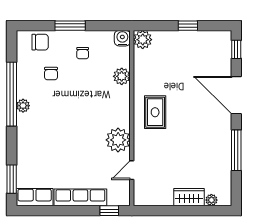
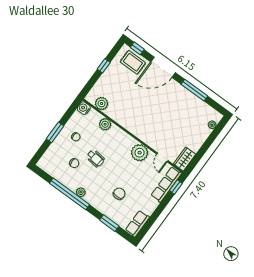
plant: (143, 40) -> (102, 104), moved
chair: (40, 42) -> (119, 194), moved
wheelchair: (74, 94) -> (95, 158), added
rug: (155, 112) -> (133, 62), moved
window: (12, 179) -> (109, 223), moved
row of seats: (80, 197) -> (166, 184), moved
wardrobe: (189, 197) -> (185, 159), moved

